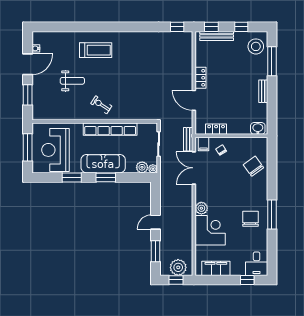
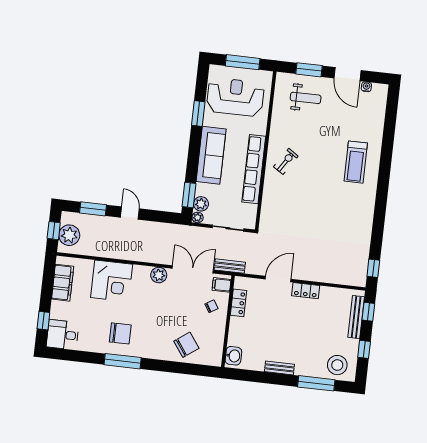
weight bench: (72, 81) -> (306, 98), moved, turned -90
window: (106, 177) -> (189, 195), moved
plant: (201, 208) -> (159, 275), moved

